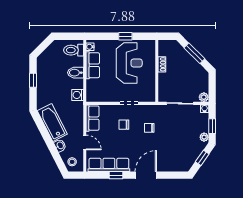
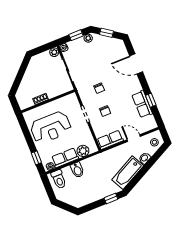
window: (125, 36) -> (36, 158), moved
window: (194, 53) -> (20, 75), removed
reception desk: (129, 63) -> (51, 128), turned 180
window: (33, 80) -> (111, 198), moved
plant: (92, 86) -> (83, 151), added
washing machine: (78, 95) -> (96, 160), removed
door: (85, 143) -> (134, 138), hinge flipped
row of seats: (109, 165) -> (142, 104), width x0.68
door: (146, 175) -> (136, 64), moved

